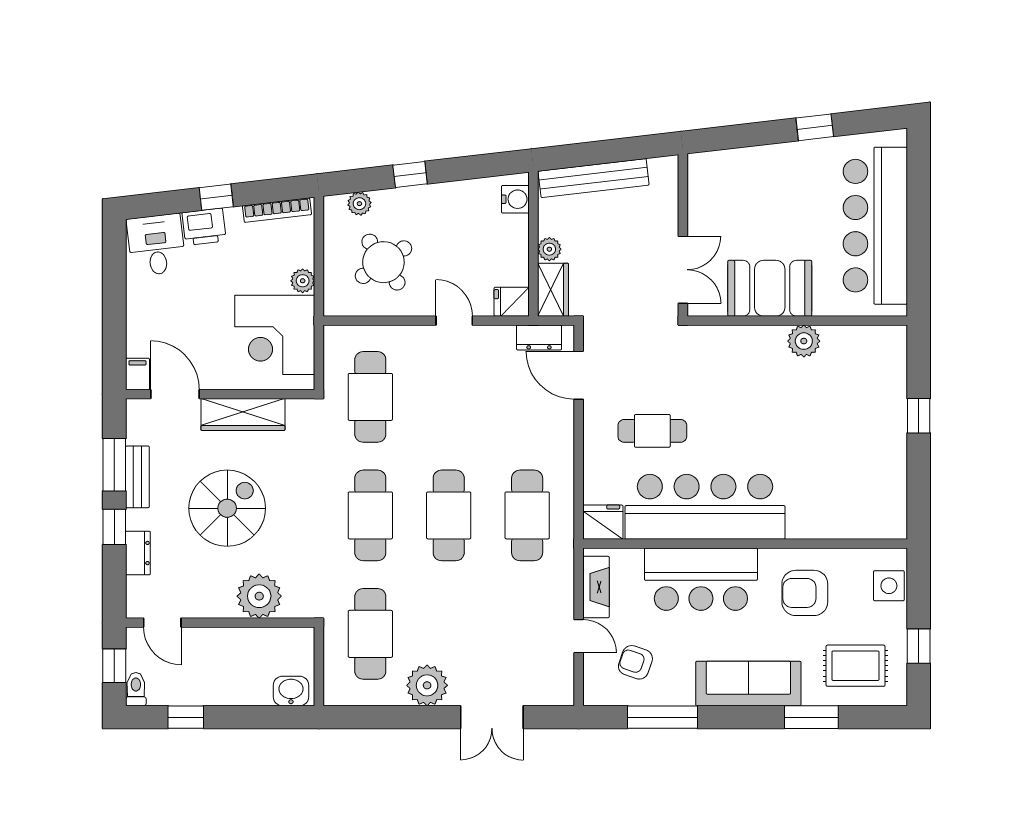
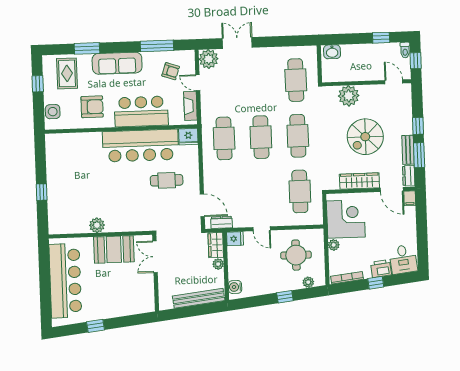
round table: (383, 262) -> (296, 255), turned 34
dresser: (138, 553) -> (409, 176), moved
rug: (856, 666) -> (67, 73), turned 90
plant: (427, 685) -> (209, 59), moved

